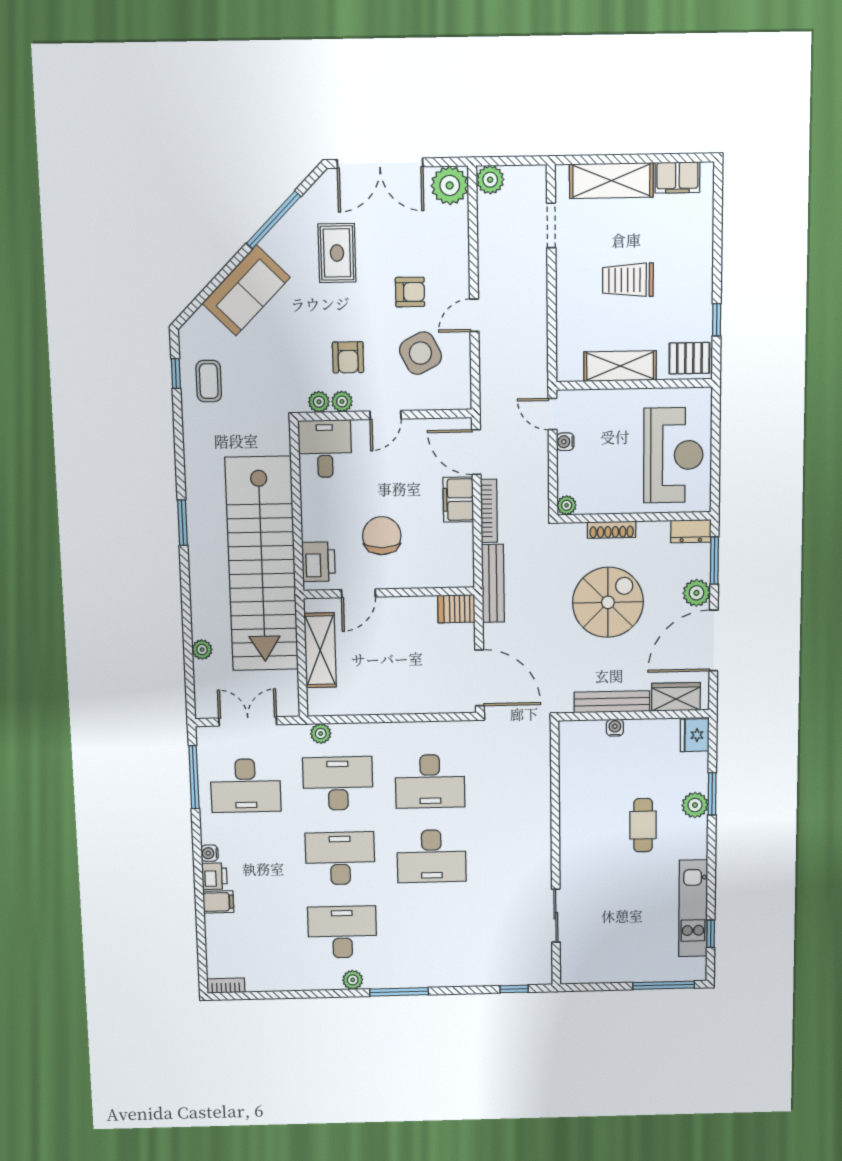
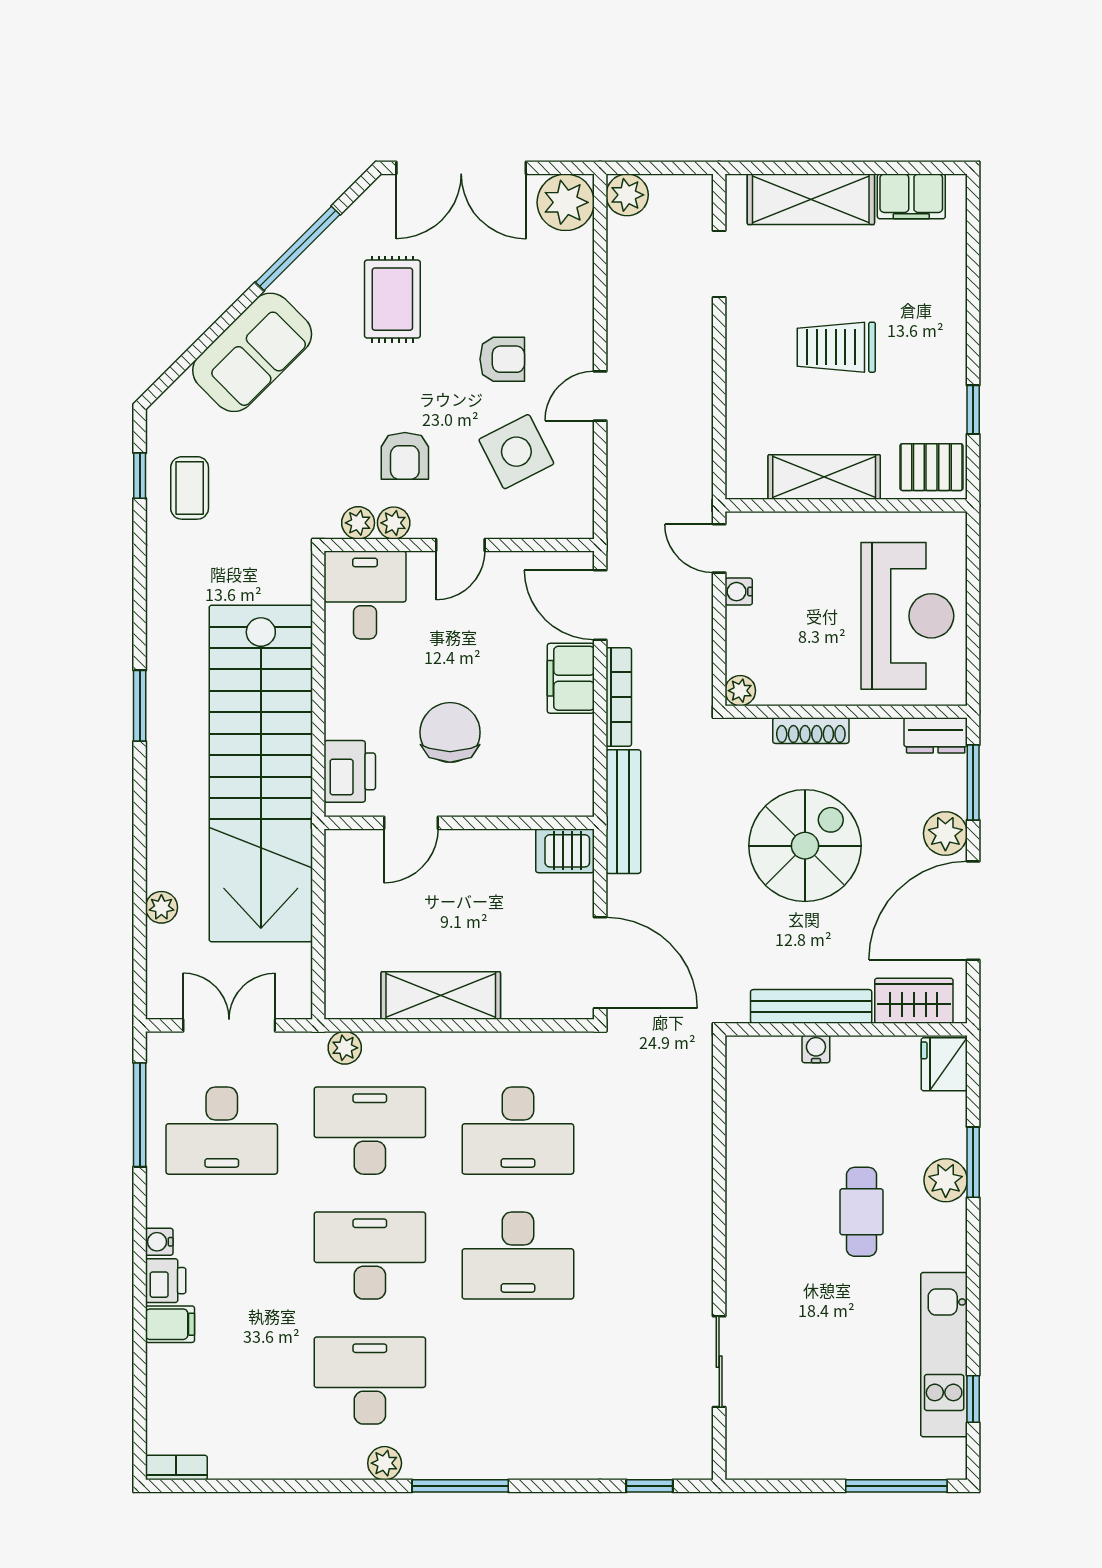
shelving: (320, 650) -> (441, 996), moved, turned 90

